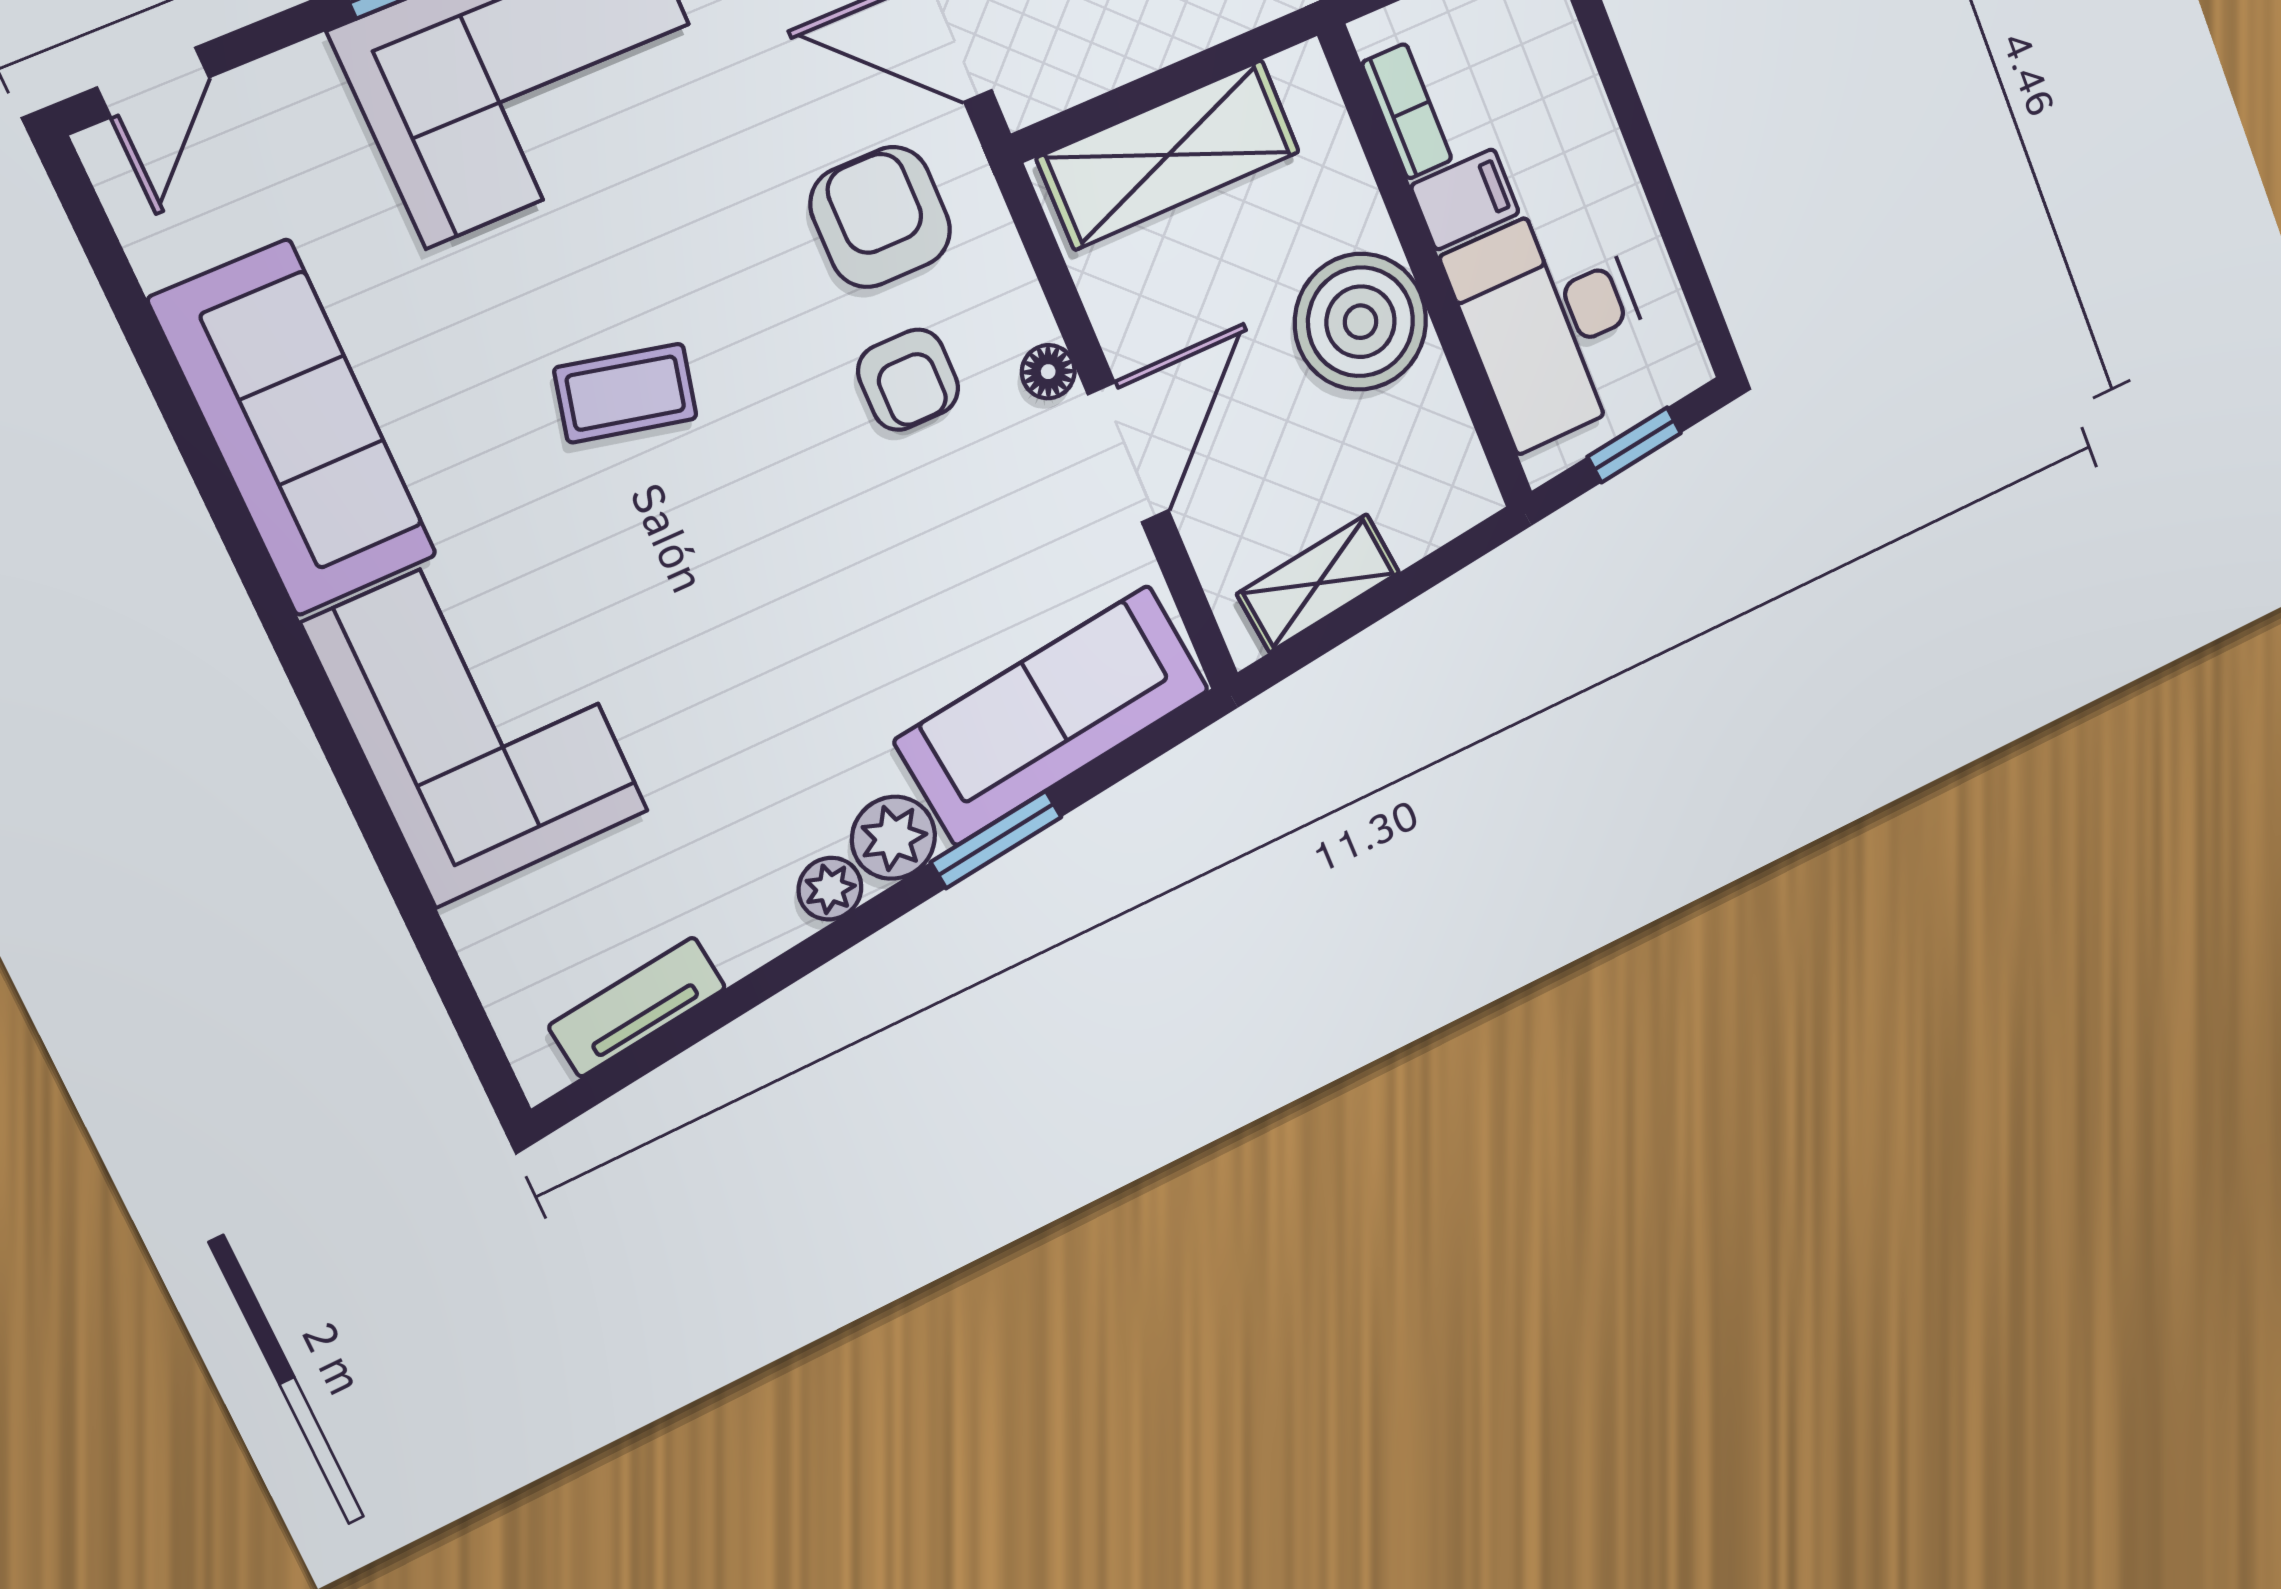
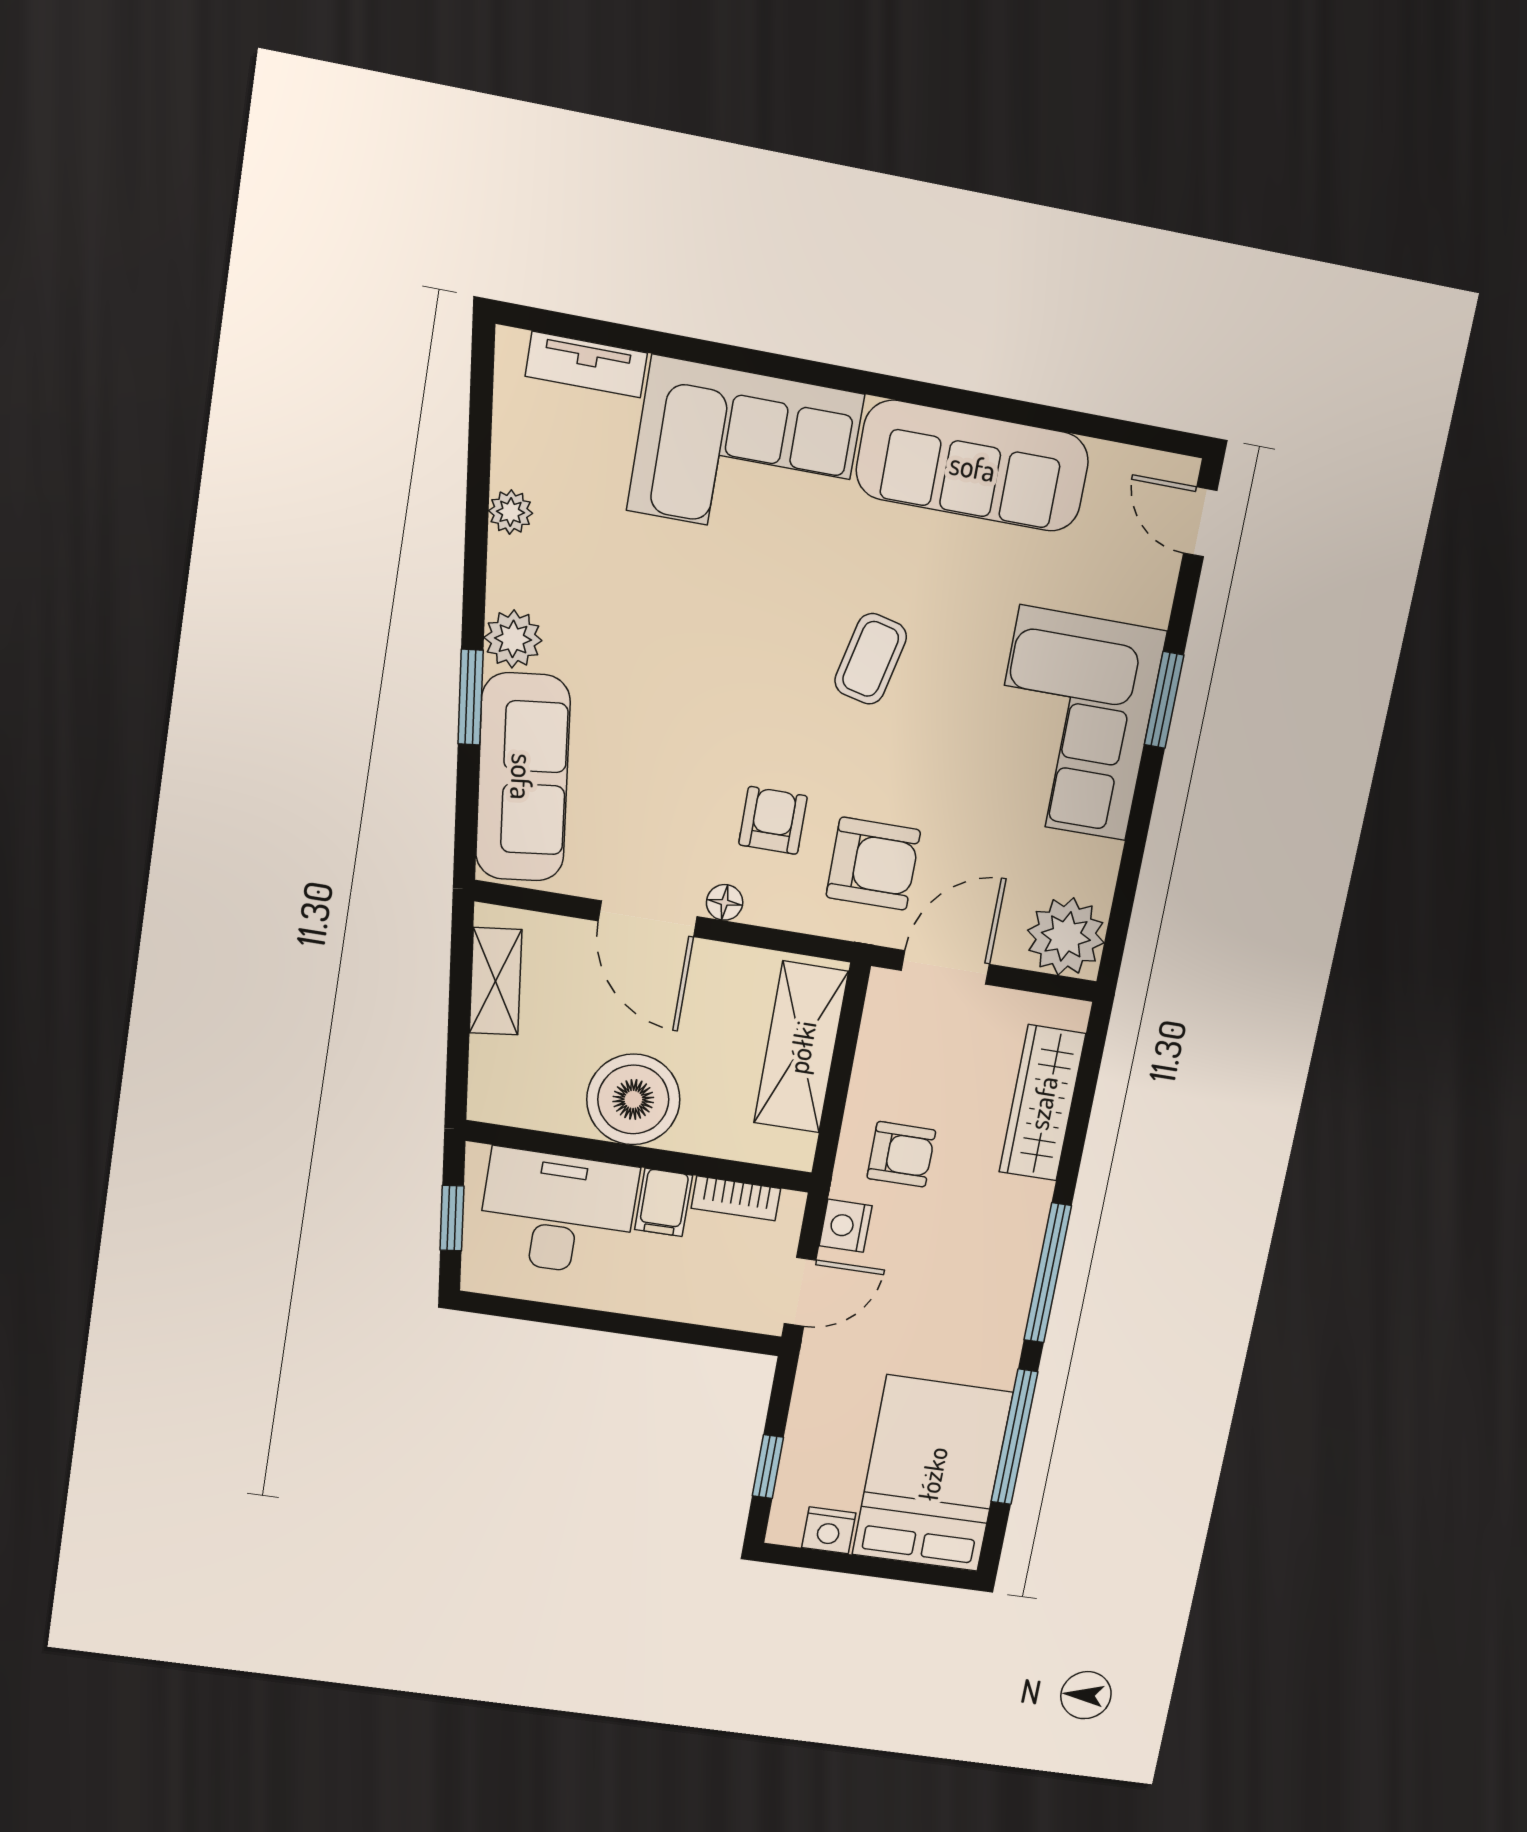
armchair: (908, 380) -> (773, 820), turned 90
plant: (830, 889) -> (511, 512), moved
tv unit: (637, 1007) -> (586, 365), moved, turned 97

